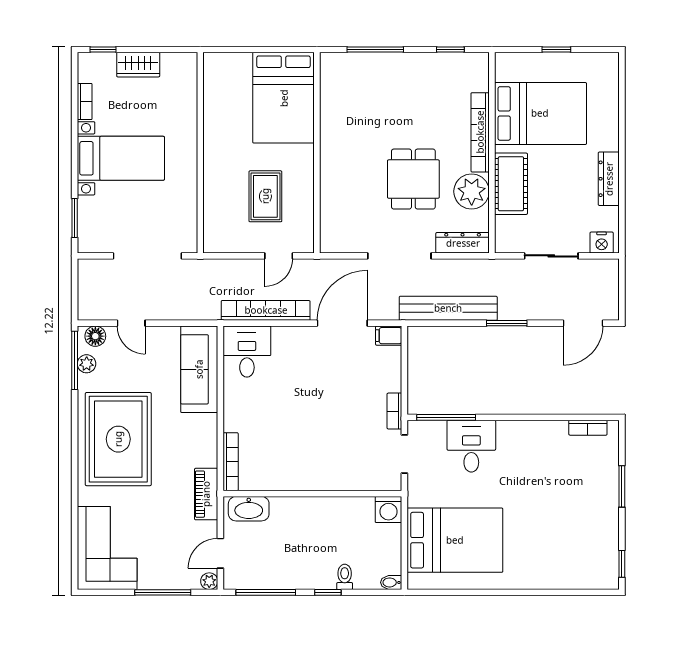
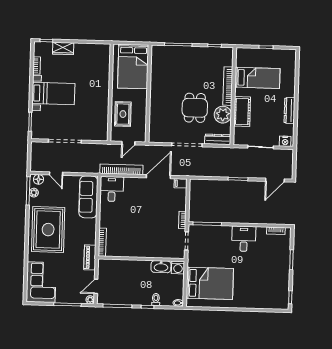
bed: (540, 113) -> (257, 78), width x0.67
wall: (200, 153) -> (110, 93), moved
bench: (448, 308) -> (210, 171), removed
desk: (471, 446) -> (244, 239), moved
washbasin: (249, 509) -> (161, 267), moved

